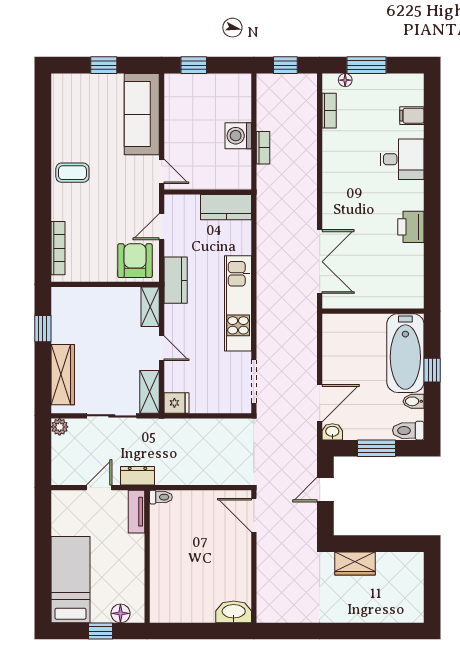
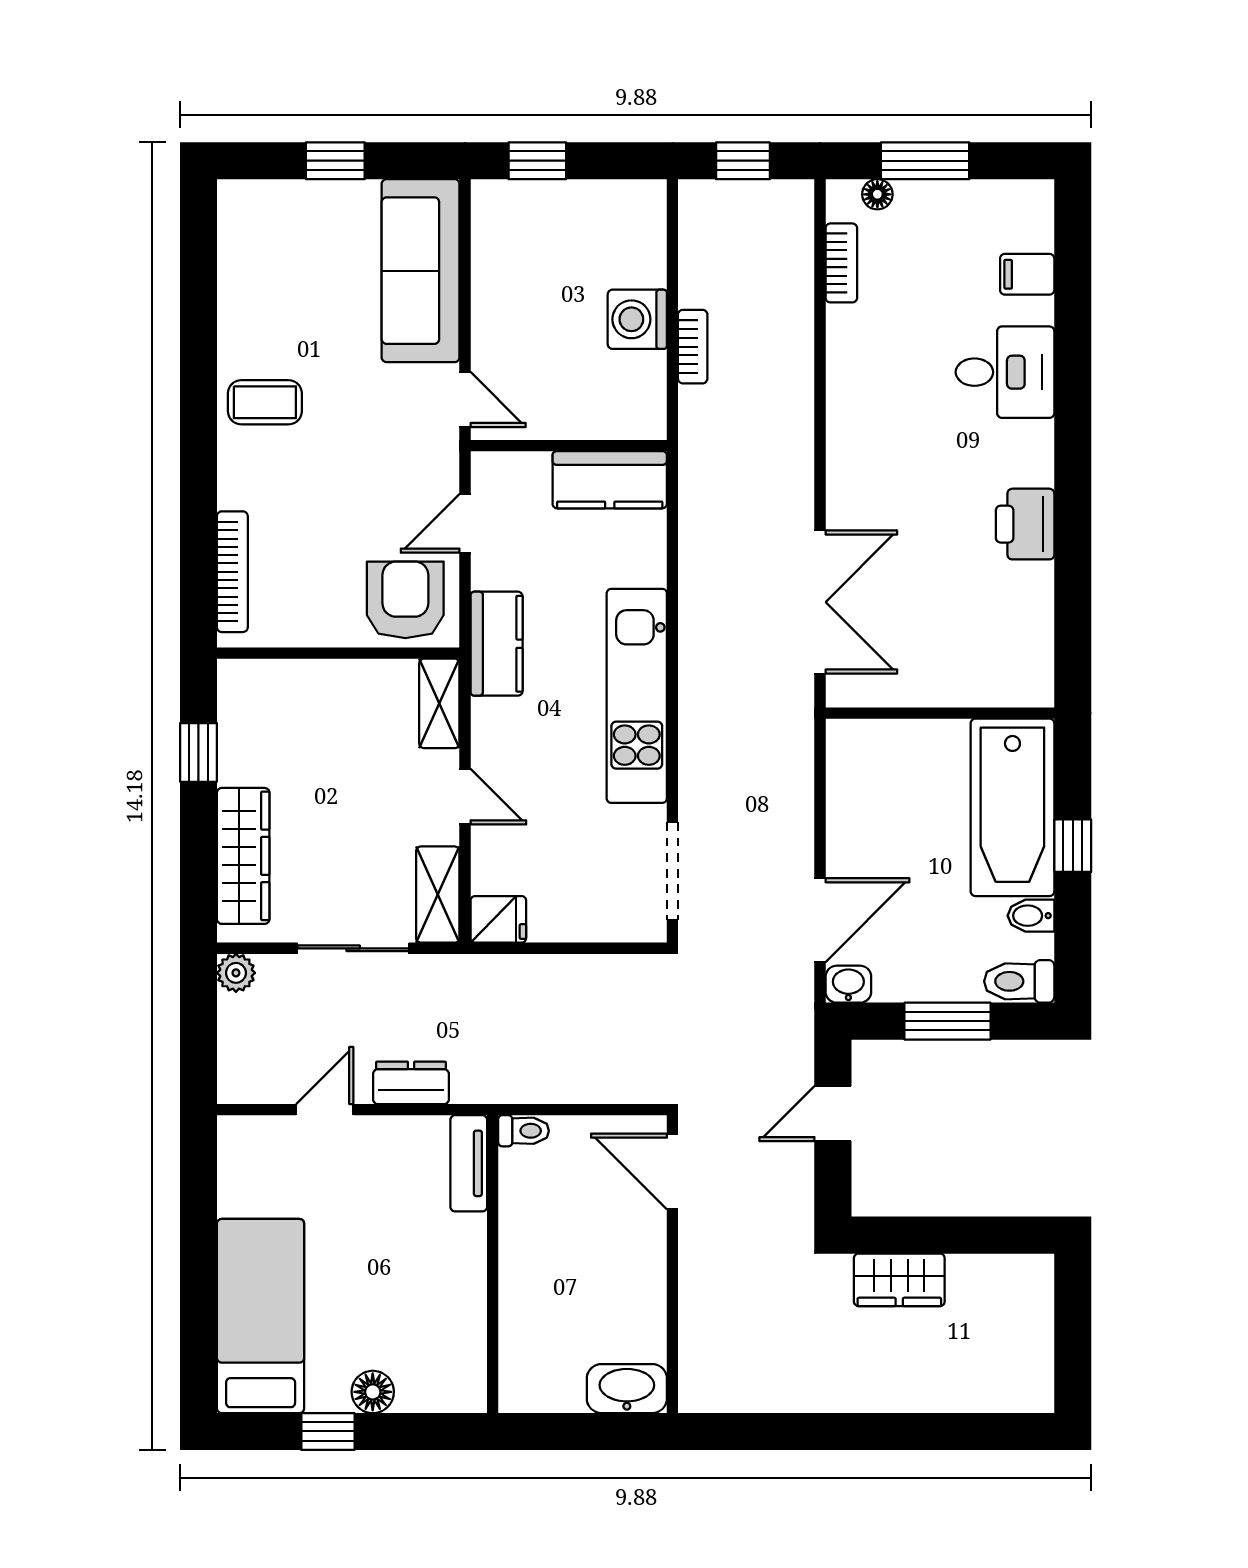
toilet: (161, 497) -> (524, 1131), moved
tv unit: (137, 512) -> (469, 1163), moved
wall: (147, 556) -> (493, 1264), moved

